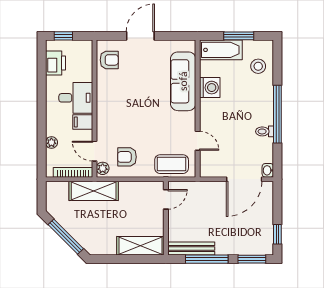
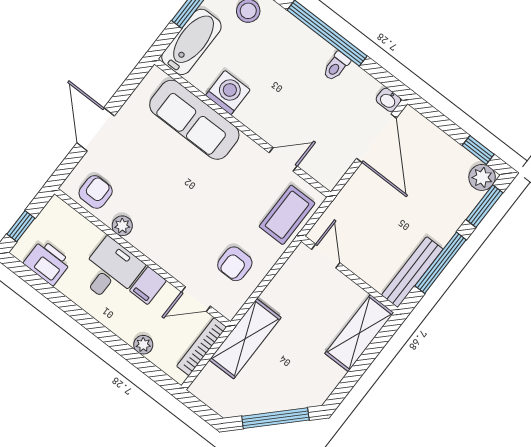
plant: (103, 168) -> (122, 226), moved
plant: (265, 247) -> (482, 177), added

